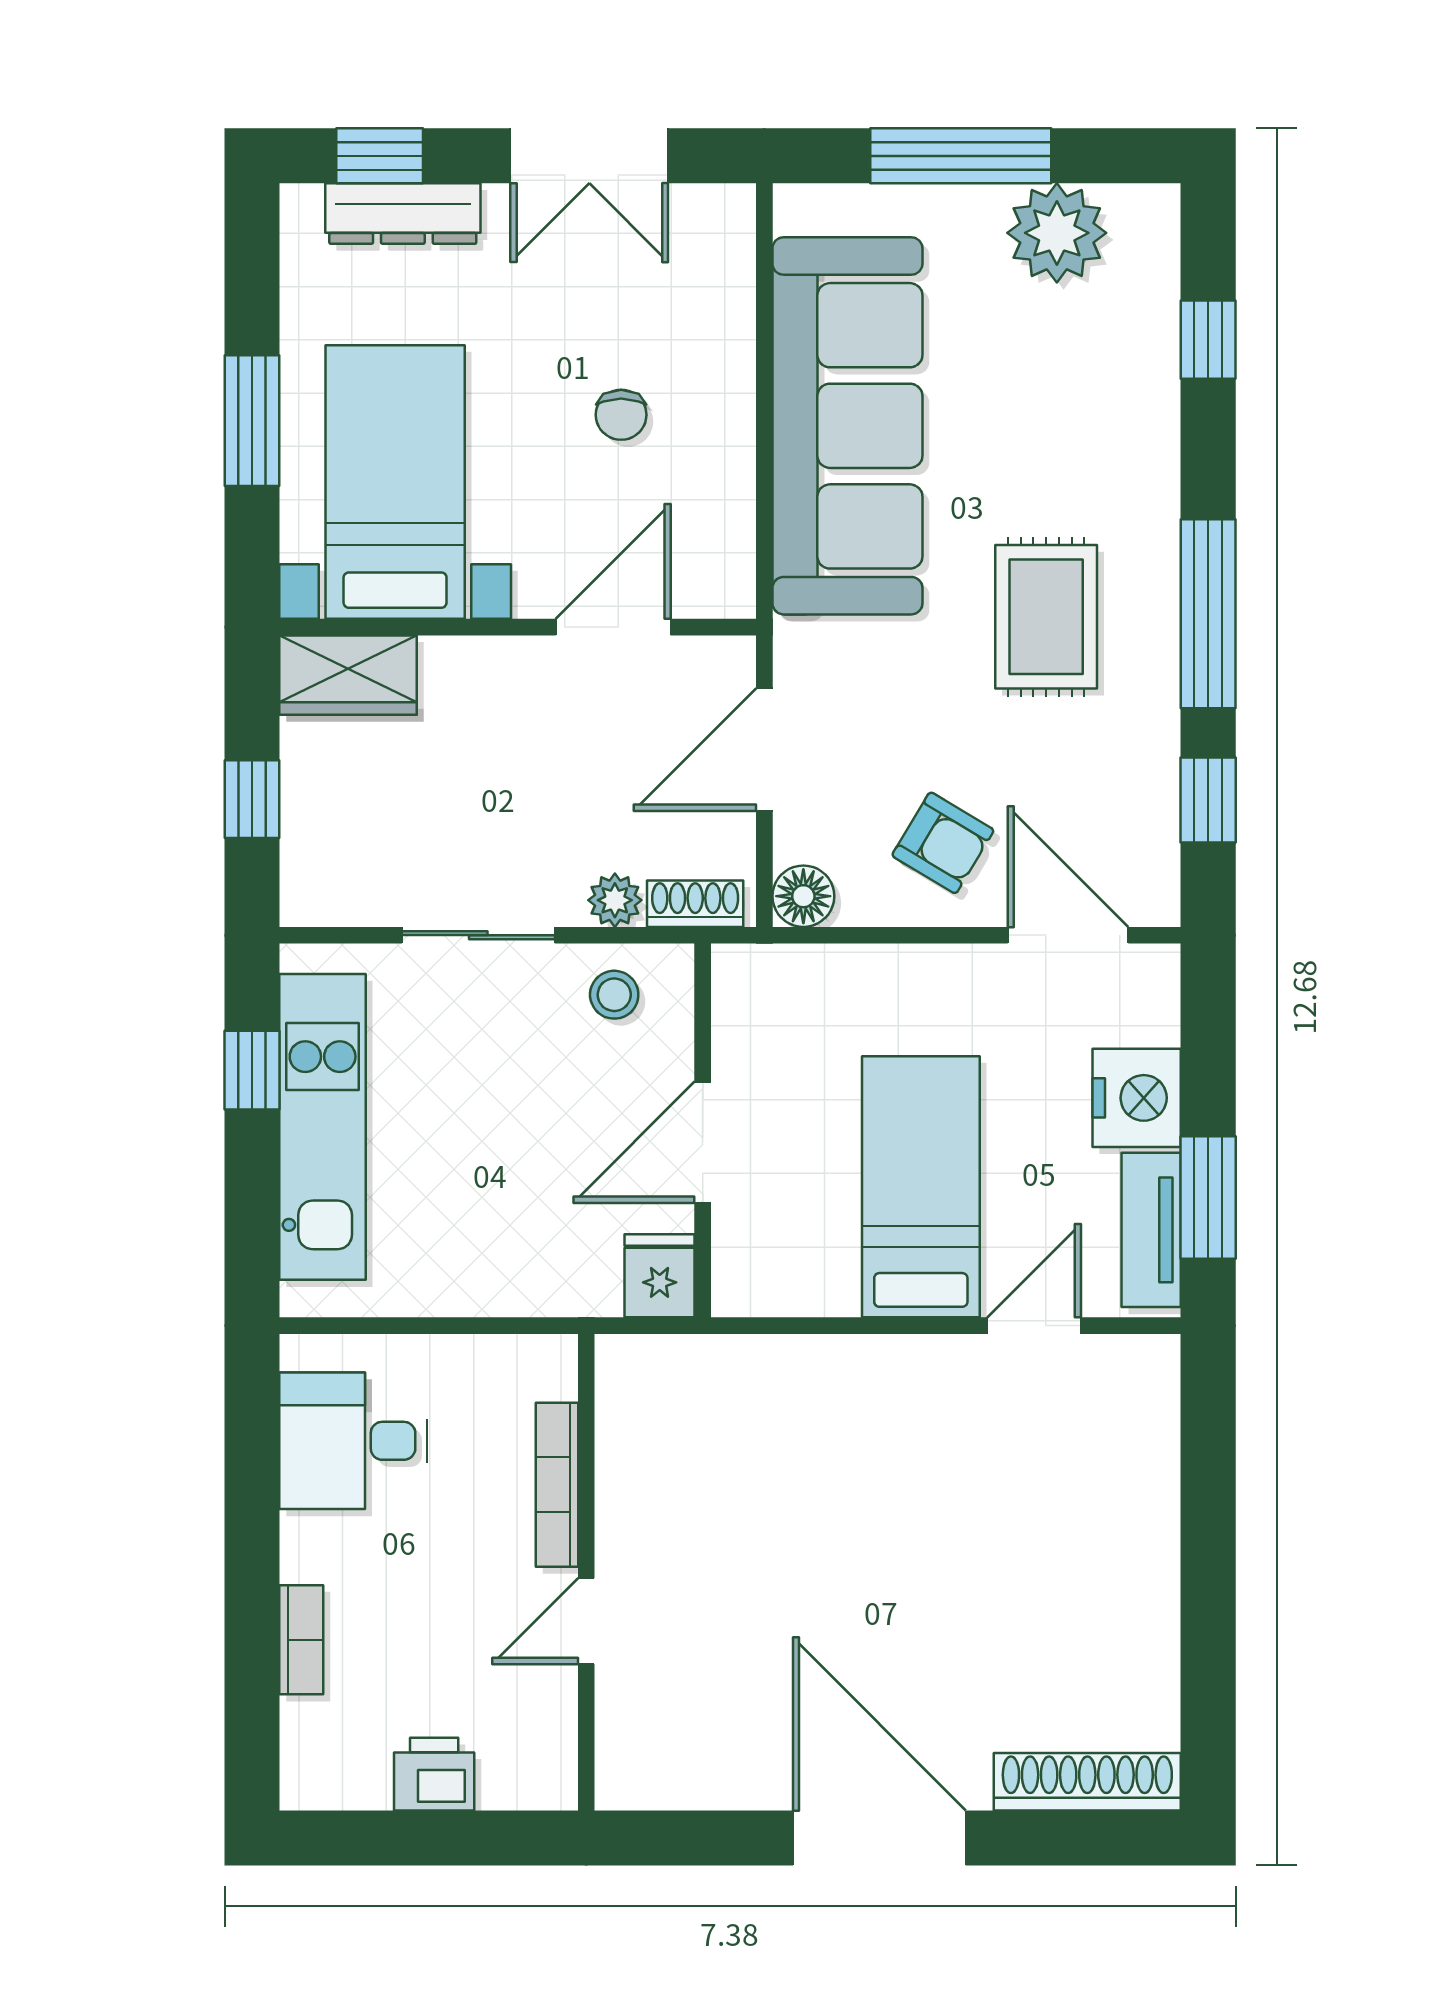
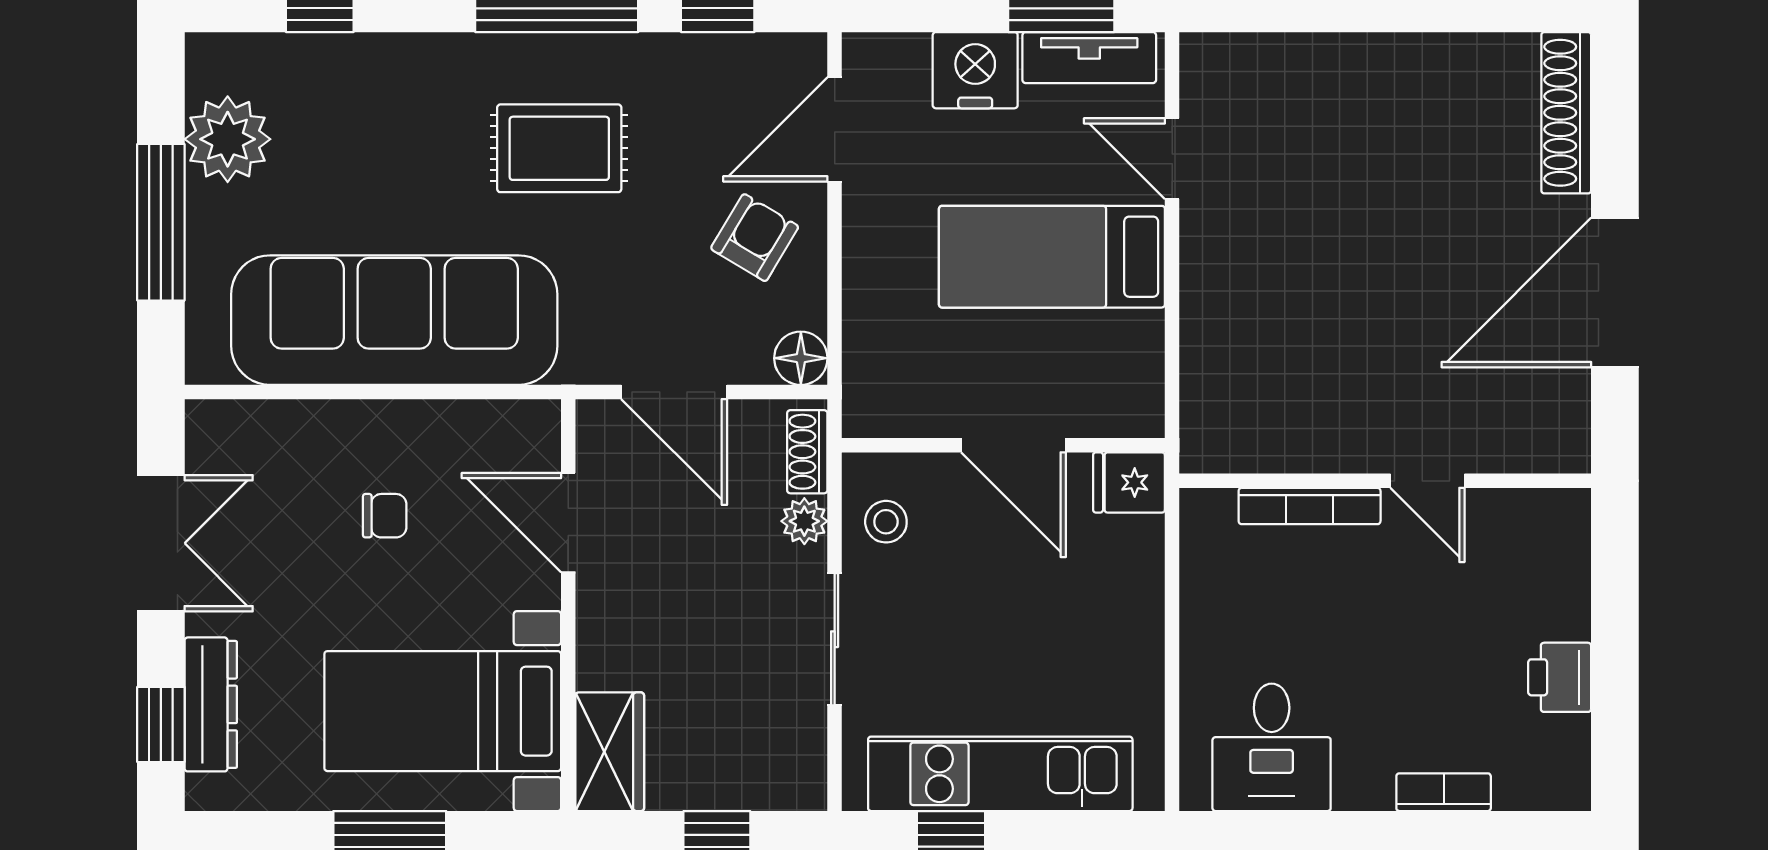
bookcase: (557, 1485) -> (1310, 506), moved
wall: (586, 1572) -> (1385, 481), moved
door: (586, 1621) -> (1427, 481), moved

